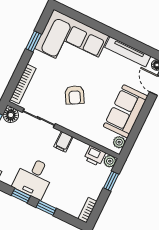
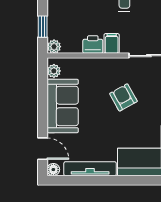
printer: (95, 156) -> (93, 45), moved

